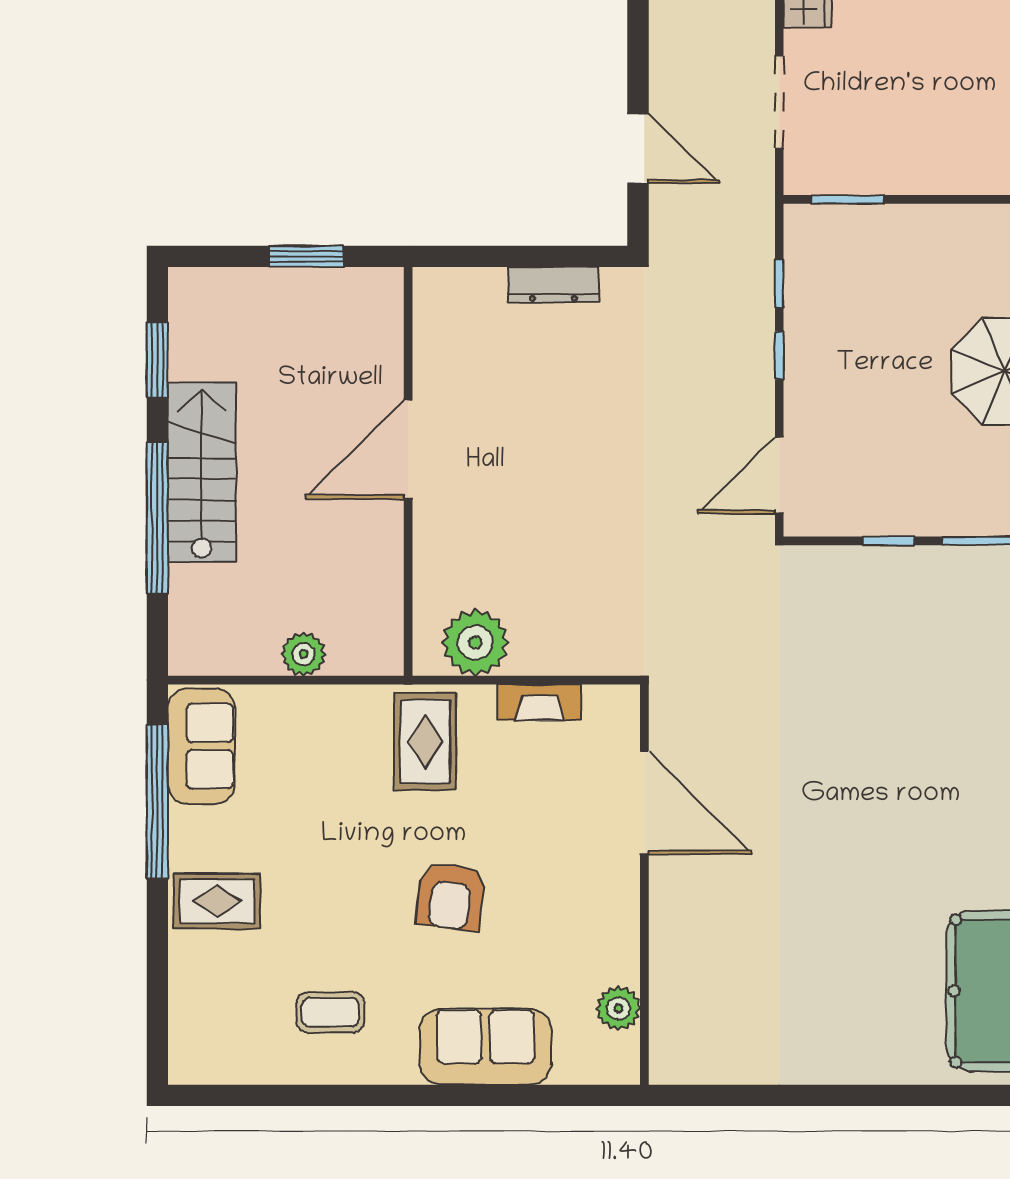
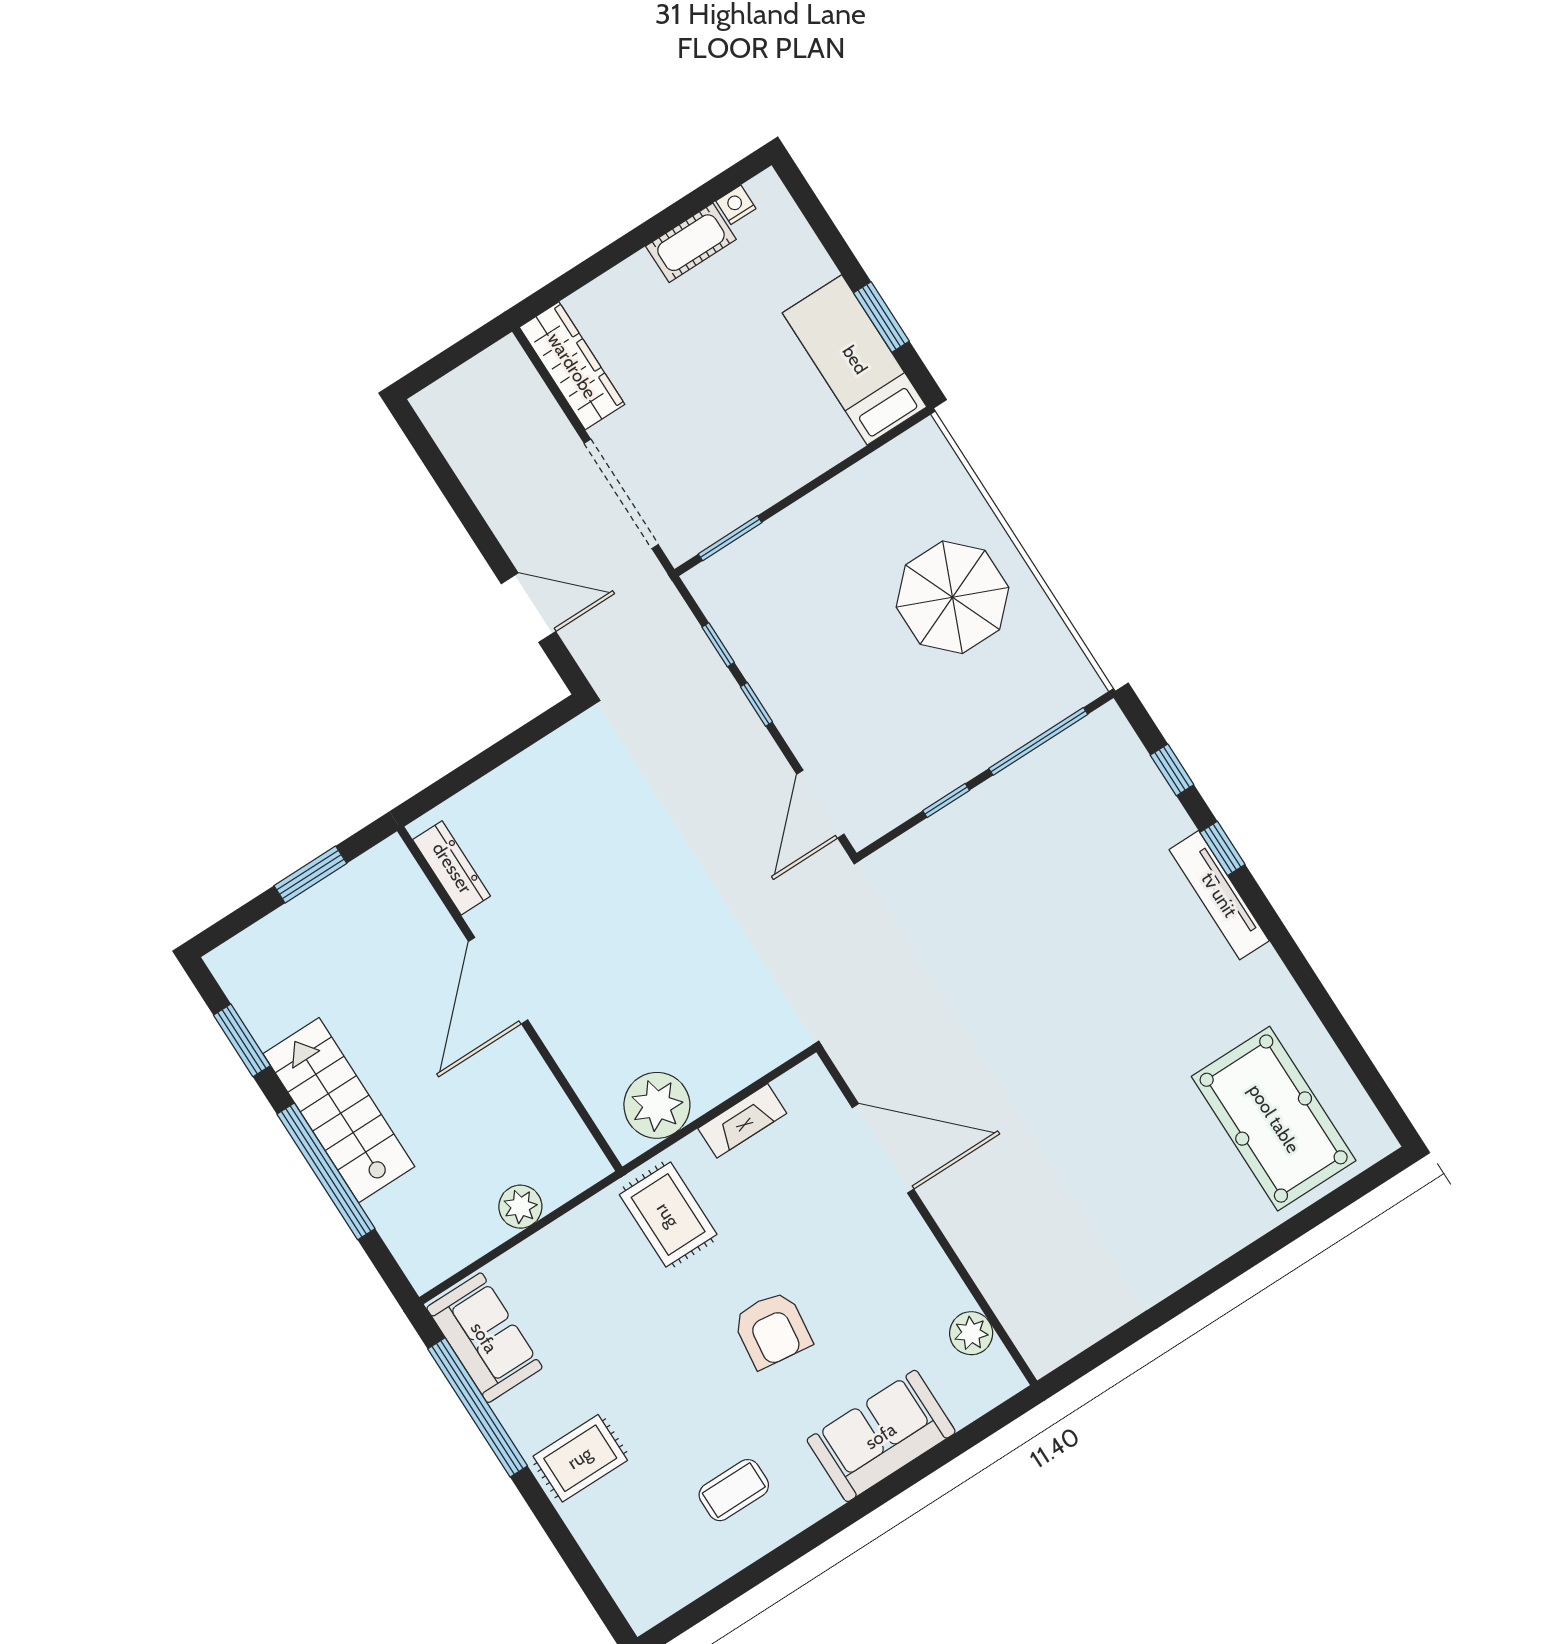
doorway: (779, 102) -> (621, 494), width x1.36
dresser: (553, 285) -> (452, 868), moved, turned -90

